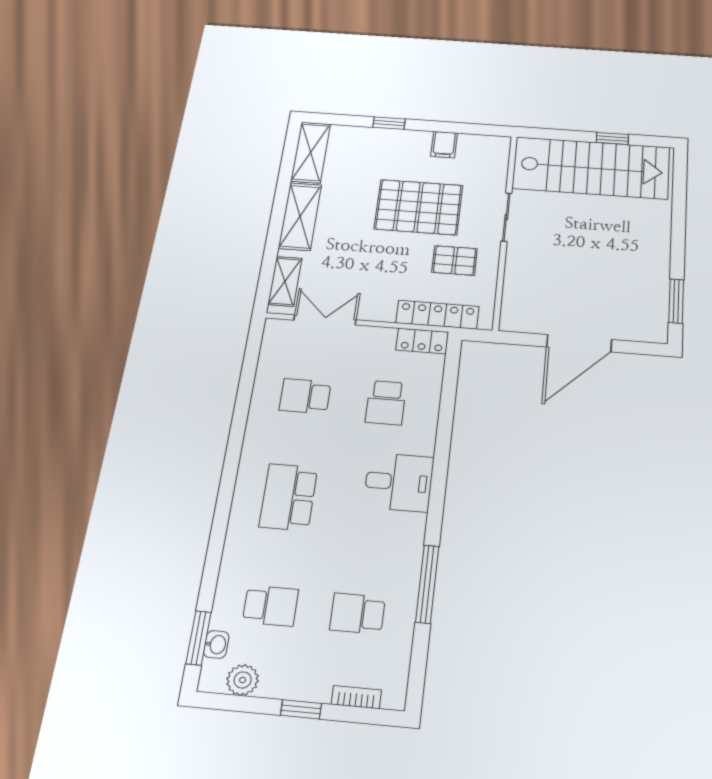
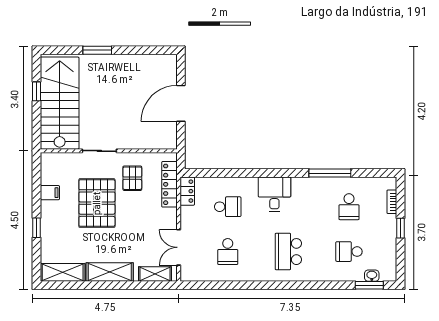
window: (676, 301) -> (97, 50), moved
door: (579, 343) -> (181, 103), swing flipped
school desk: (288, 497) -> (288, 252), turned 90
school desk: (271, 606) -> (349, 252), turned -90
plant: (243, 680) -> (389, 259), removed

